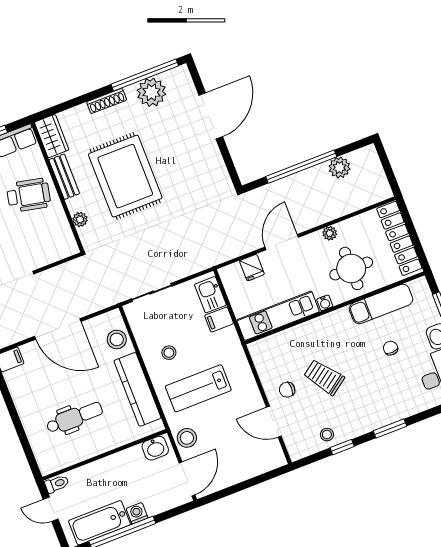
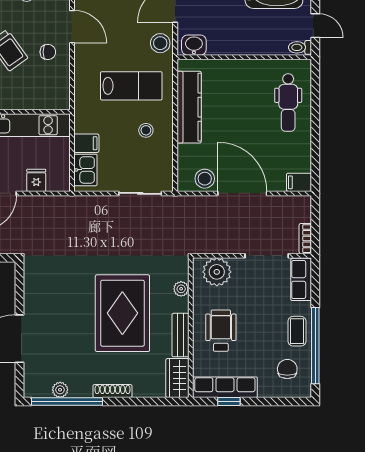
plant: (151, 92) -> (60, 390), width x0.53, depth x0.53
wheelchair: (29, 195) -> (221, 331), turned 78
plant: (53, 248) -> (217, 272), added
stool: (117, 339) -> (205, 179), moved
dental chair: (75, 418) -> (288, 103), moved, turned -90

